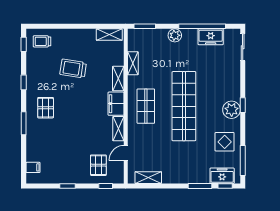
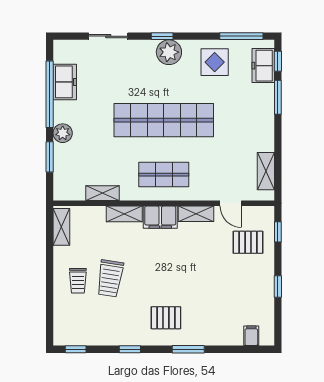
window: (145, 26) -> (50, 157), moved
trolley: (42, 41) -> (78, 281), moved
sliding door: (243, 47) -> (108, 36), moved

